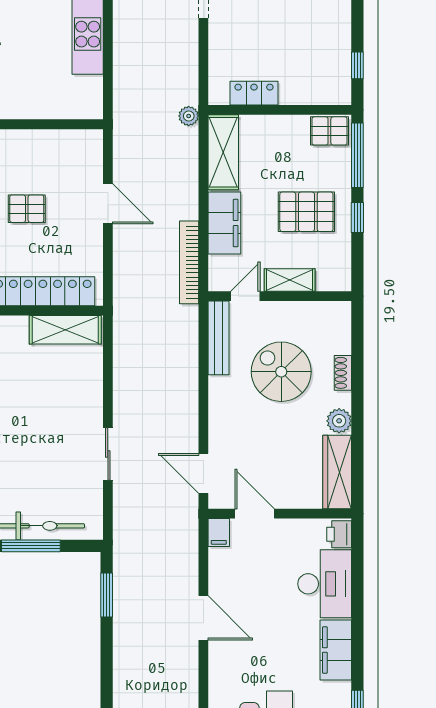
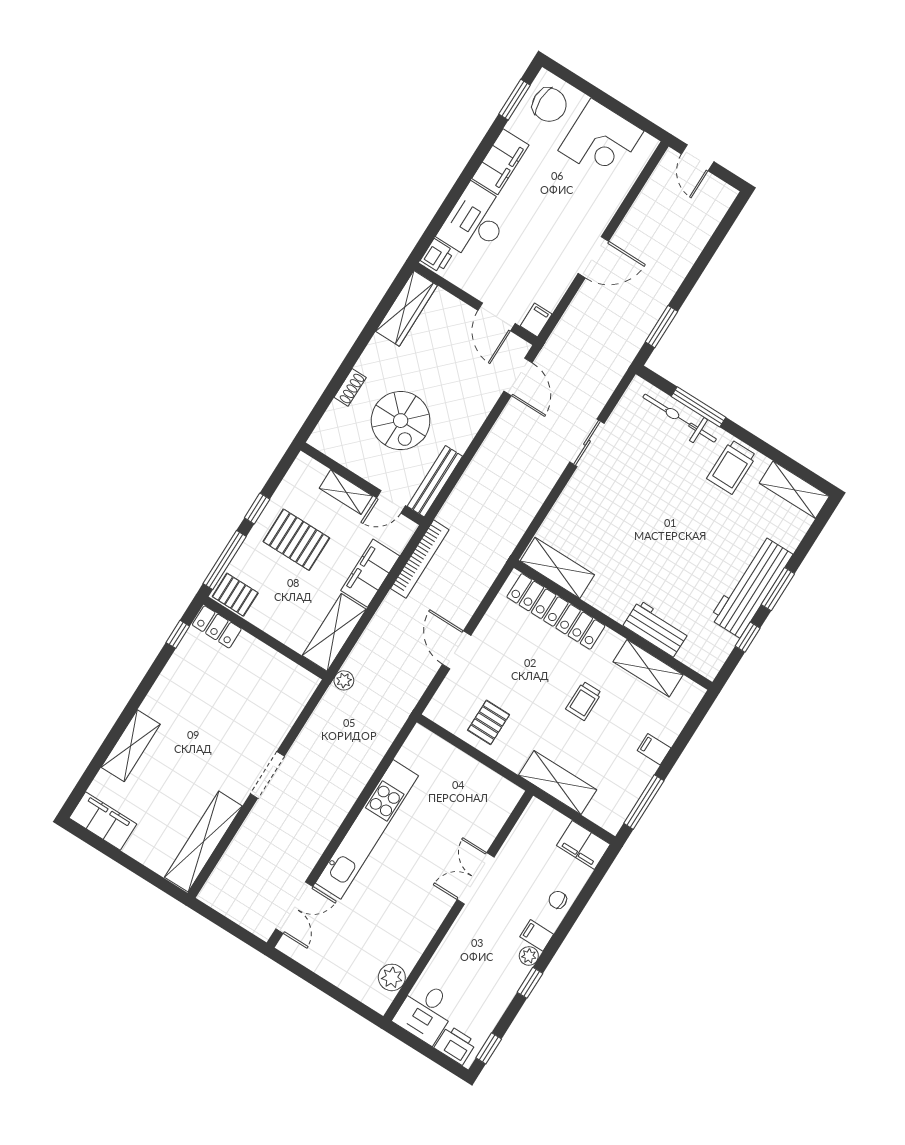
locker: (254, 93) -> (217, 627), moved
pallet: (27, 209) -> (489, 722), moved, turned 90
plant: (339, 421) -> (378, 350), removed
door: (203, 618) -> (593, 257), swing flipped

